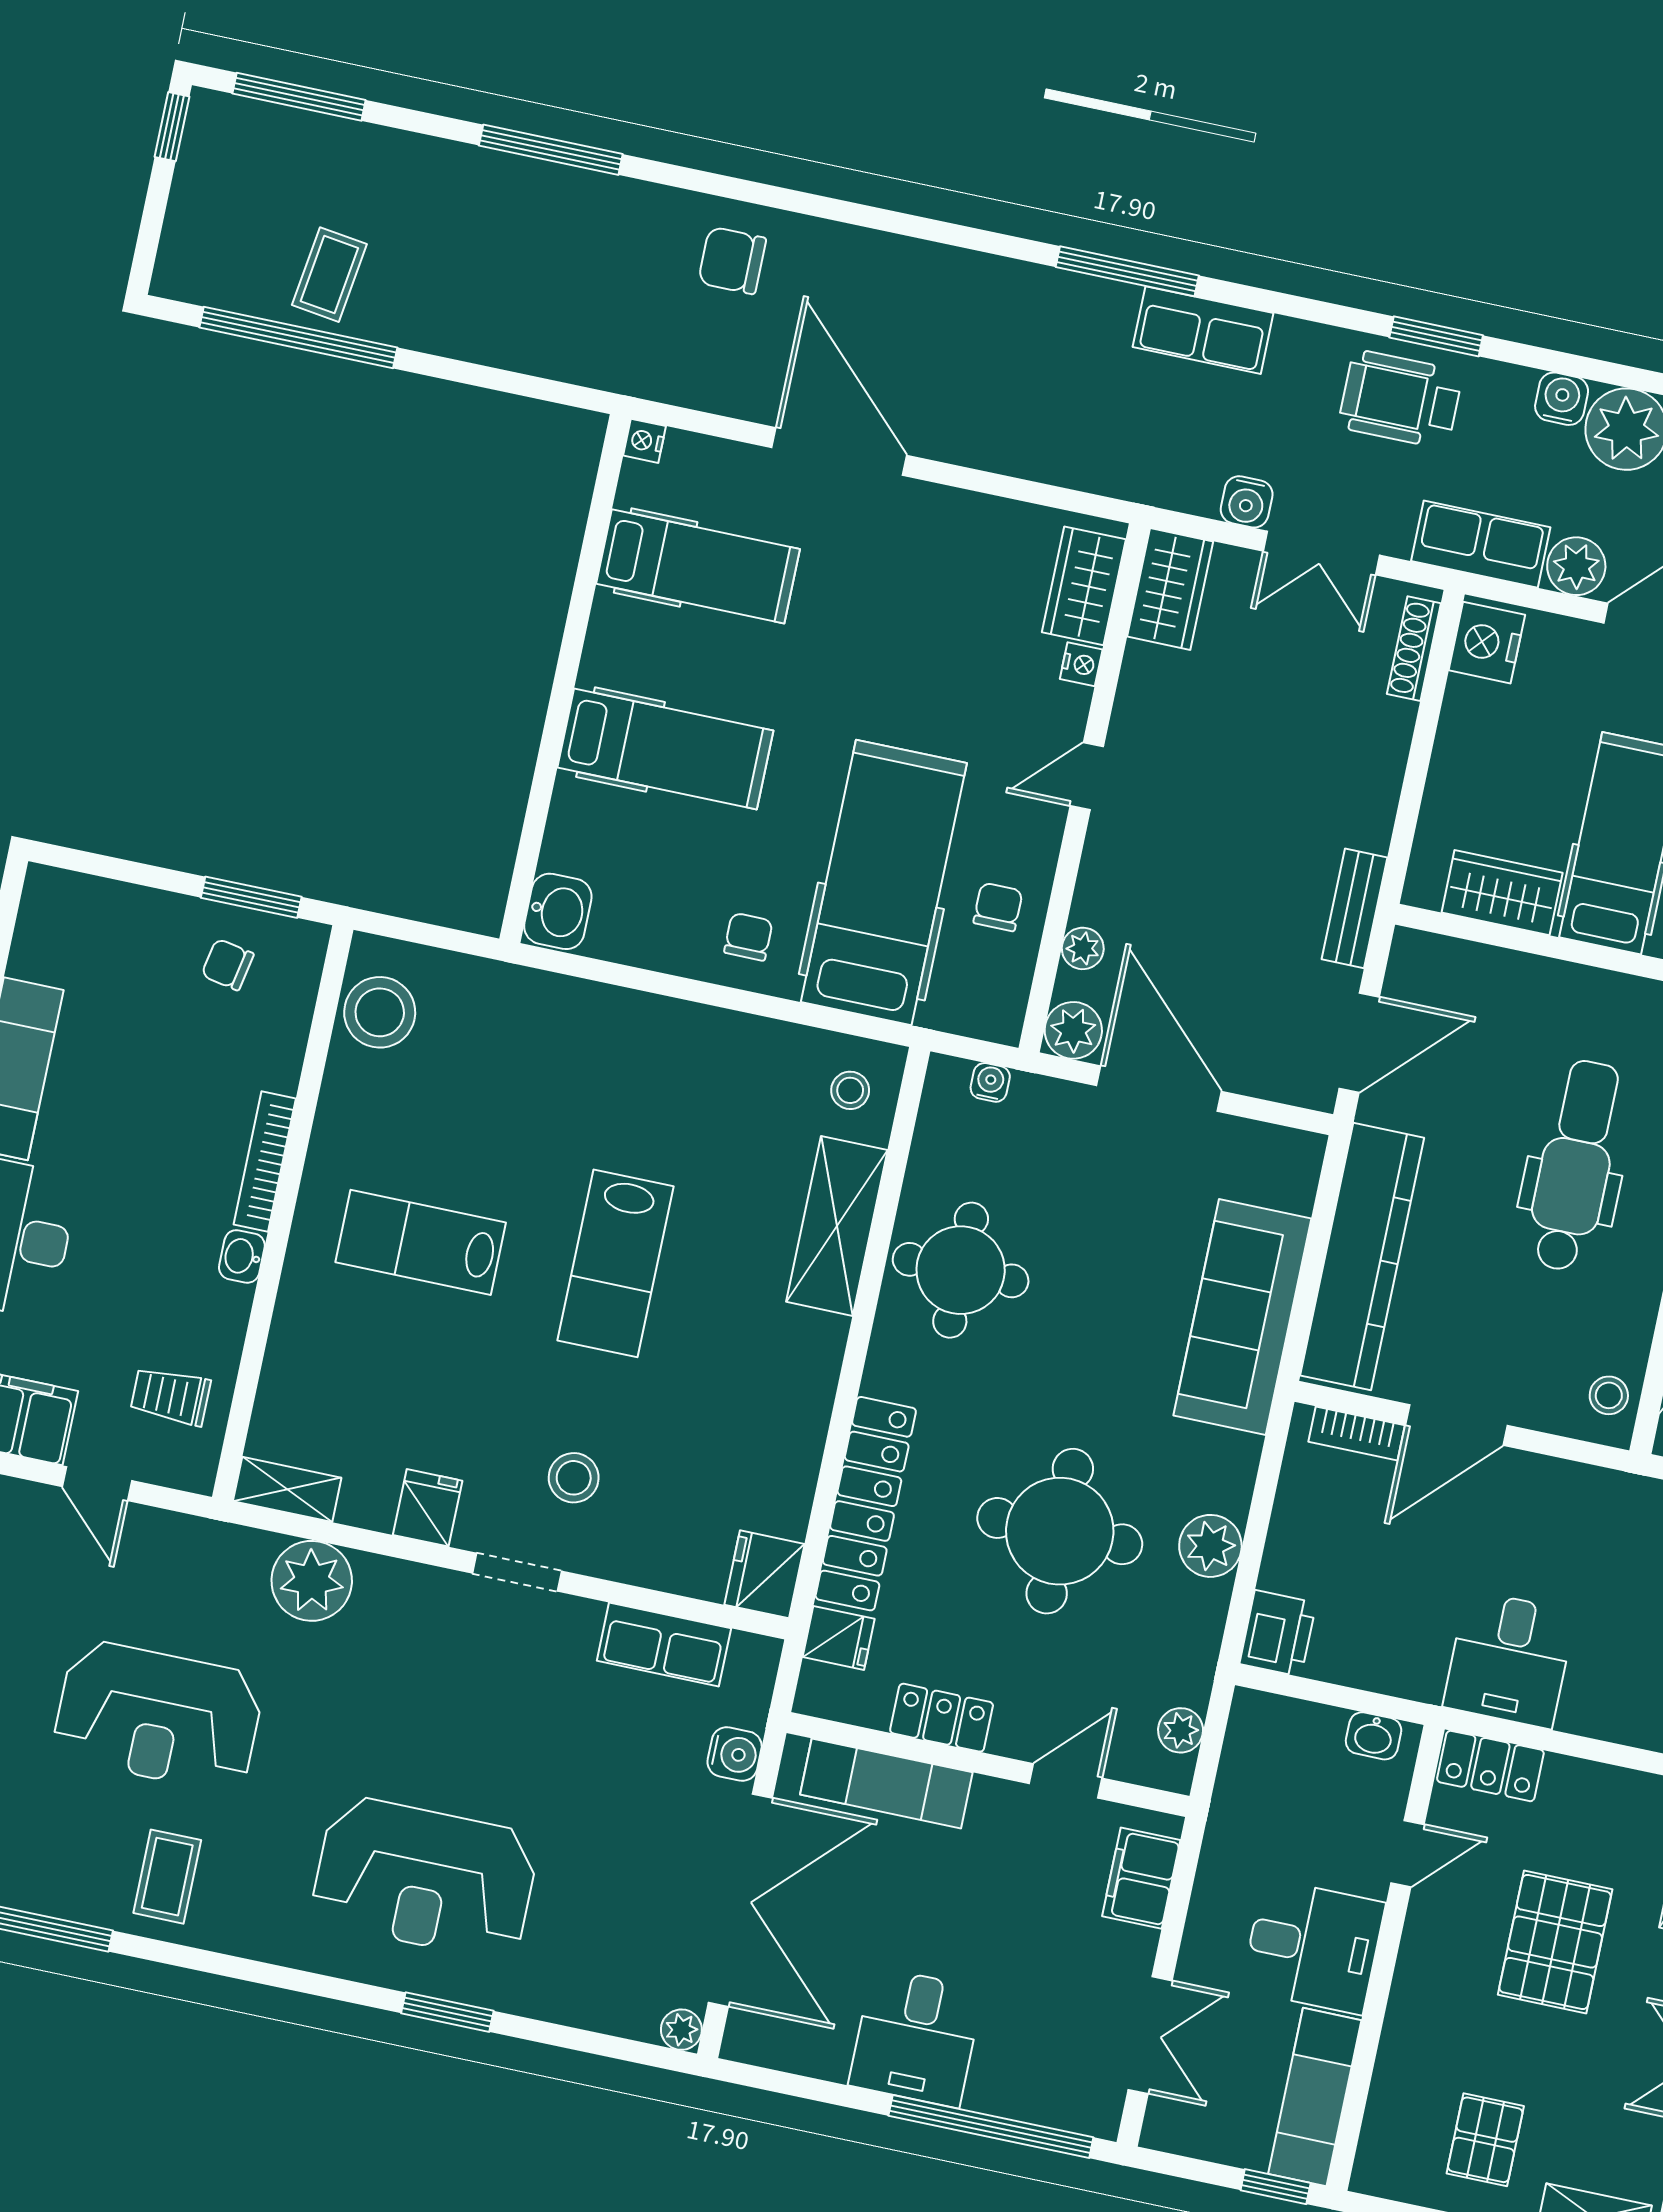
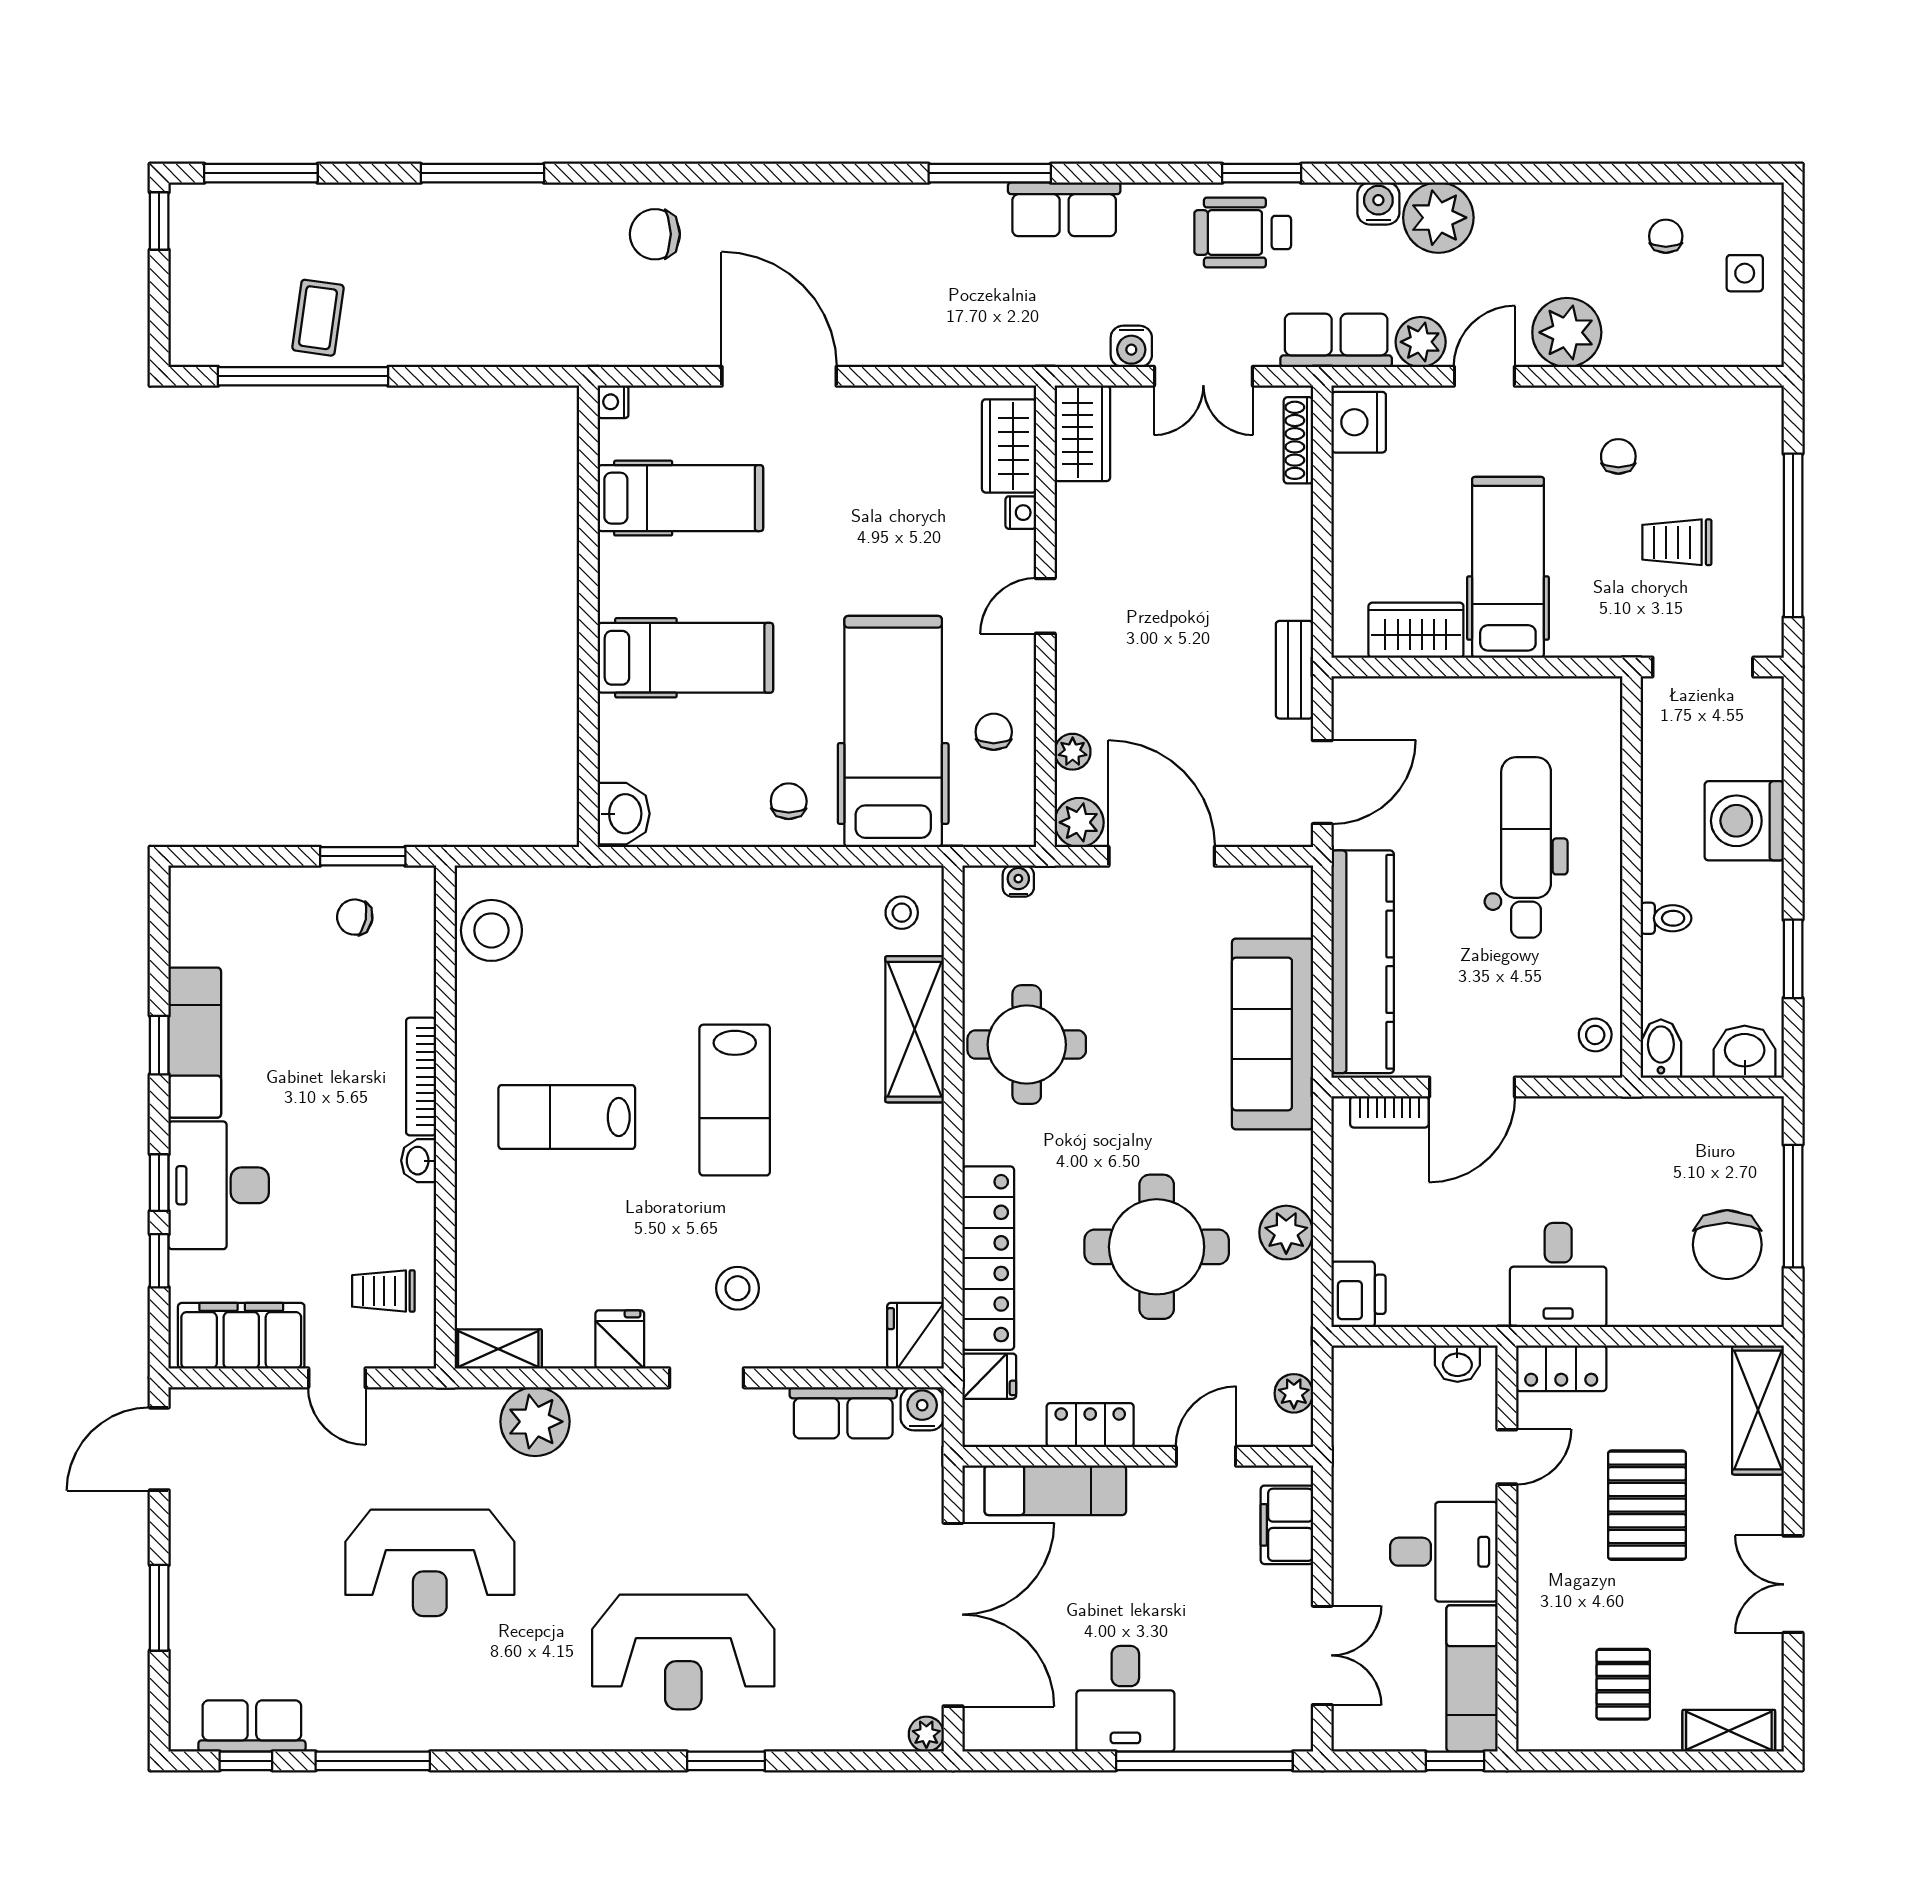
water cooler: (735, 1754) -> (922, 1409), moved, turned -90
coffee table: (167, 1877) -> (466, 1696), removed

